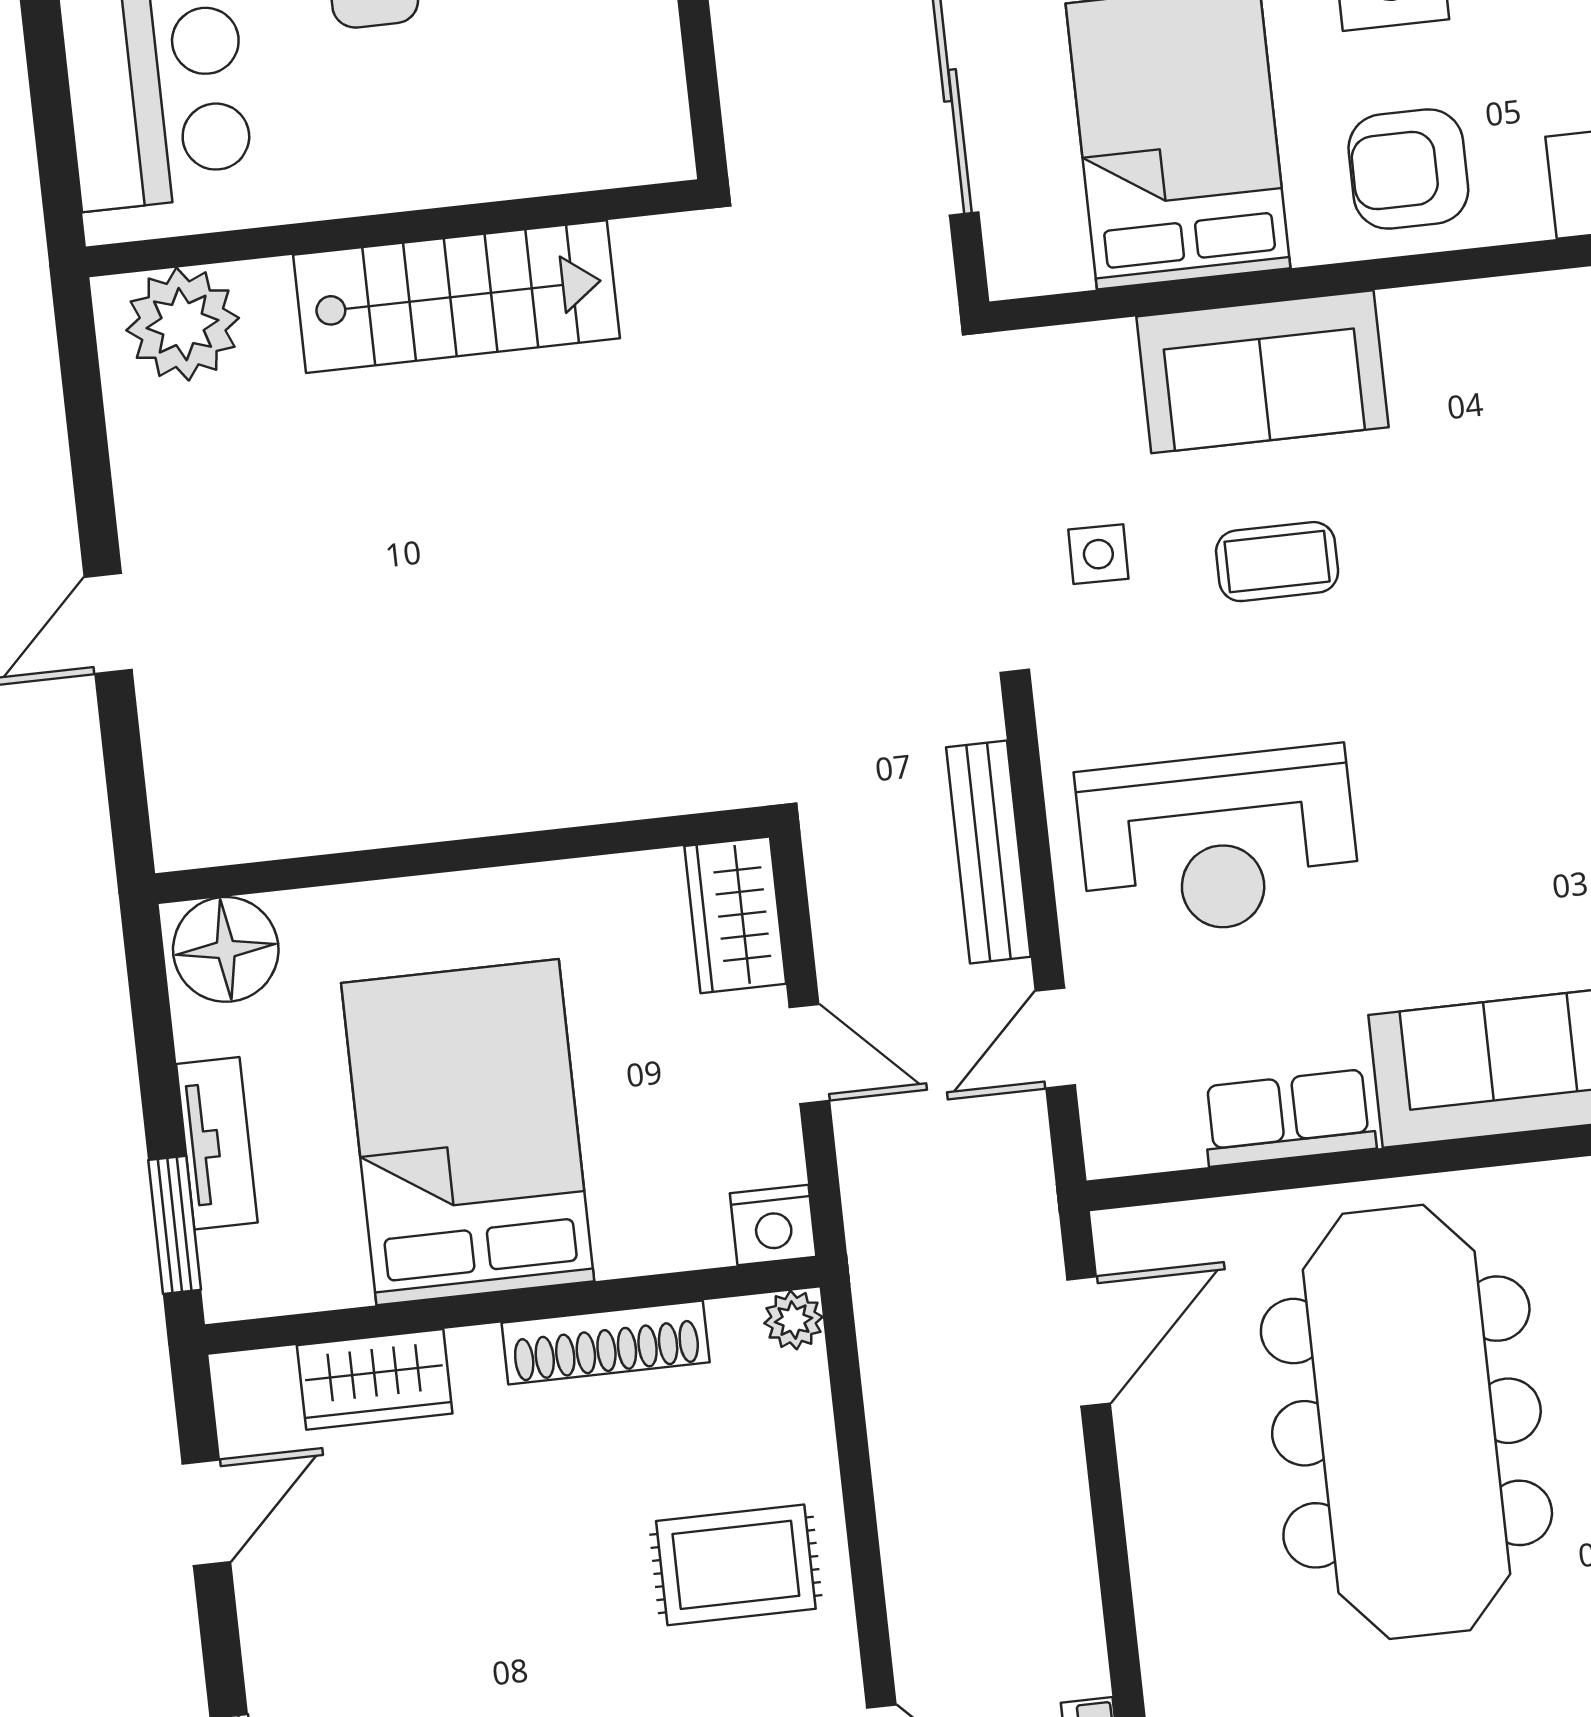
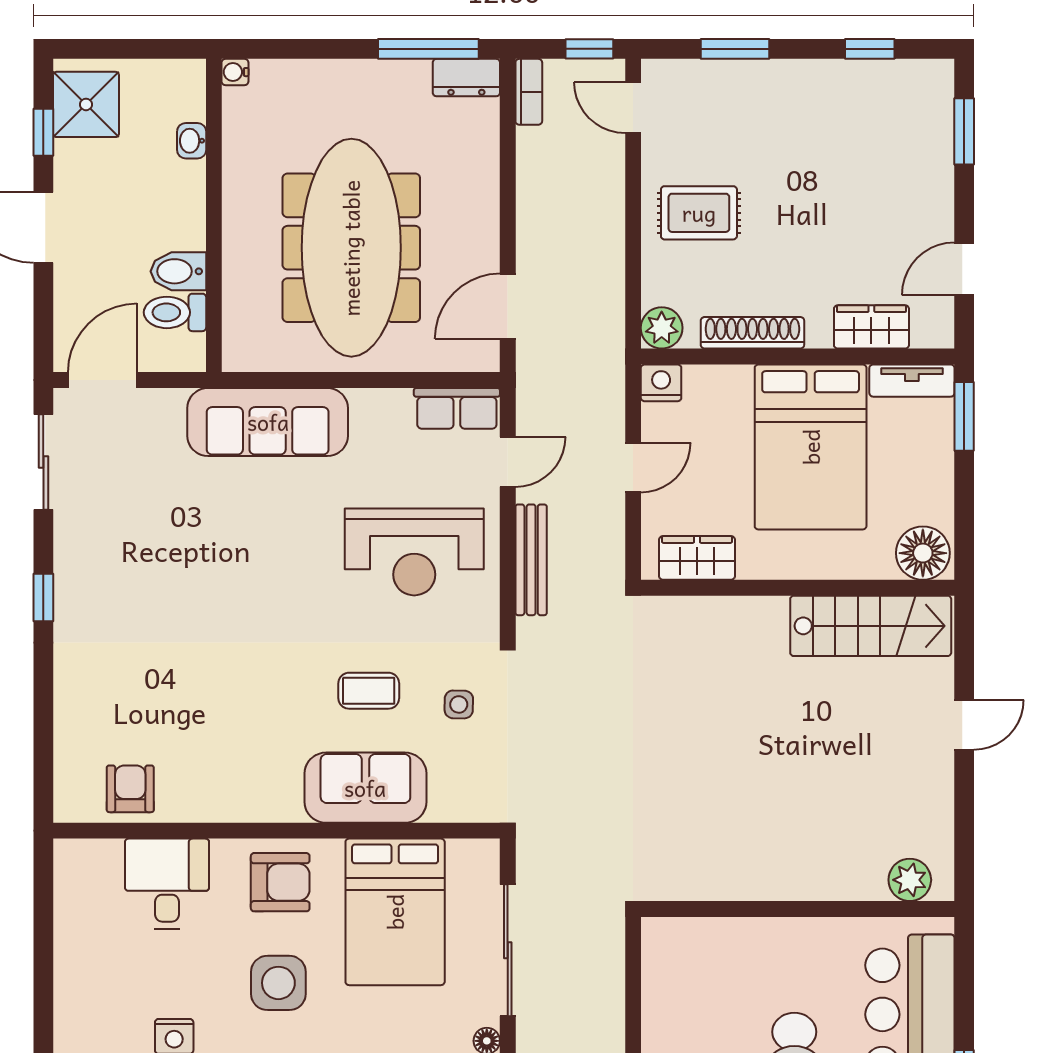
stairs: (456, 297) -> (871, 626), moved, turned 180
plant: (183, 324) -> (910, 880), width x0.73, depth x0.73
reception desk: (1218, 842) -> (414, 552), turned 180
wardrobe: (735, 915) -> (697, 558), moved, turned -90
door: (809, 1054) -> (633, 467), swing flipped
row of seats: (1289, 1118) -> (457, 408), moved
tv unit: (217, 1143) -> (912, 381), moved, turned -90
plant: (794, 1320) -> (662, 328), width x1.38, depth x1.38

